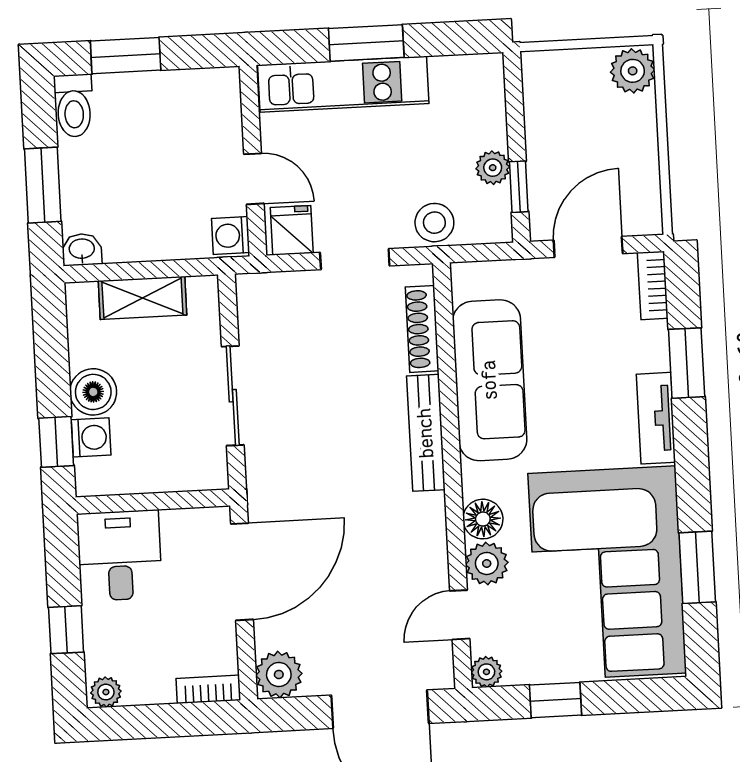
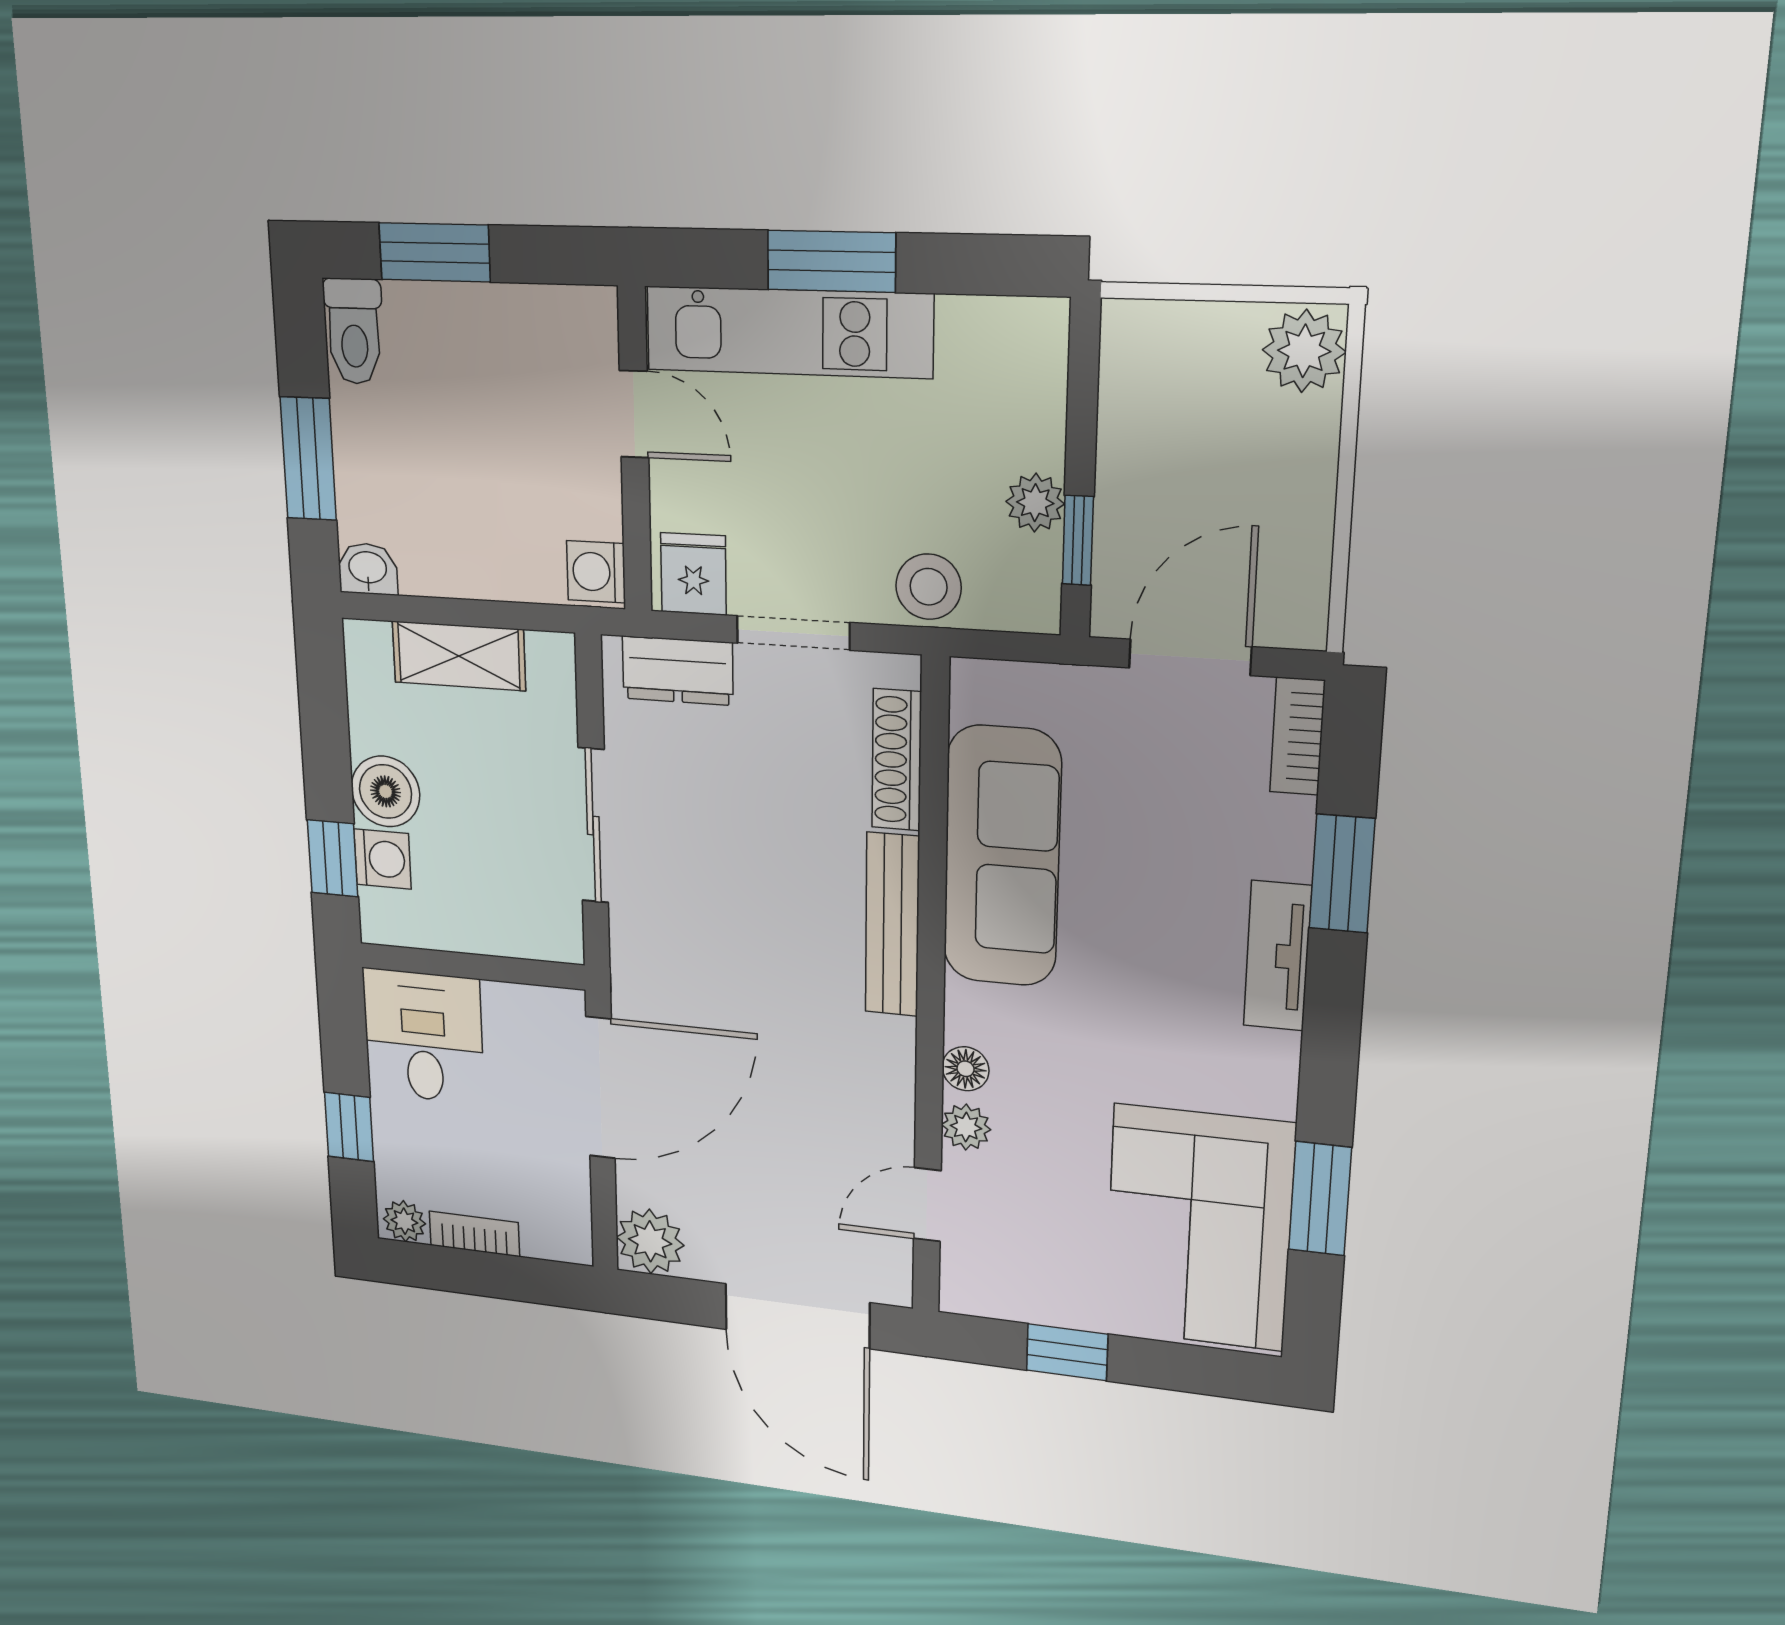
door: (254, 179) -> (634, 414), moved
dresser: (284, 290) -> (678, 671), added
floor lamp: (483, 519) -> (966, 1069), width x0.73, depth x0.73
plant: (487, 563) -> (966, 1127), width x0.73, depth x0.73
corner sofa: (607, 573) -> (1199, 1228), width x0.73, depth x0.74
plant: (486, 672) -> (963, 1293), removed
bookcase: (208, 689) -> (474, 1234), moved

